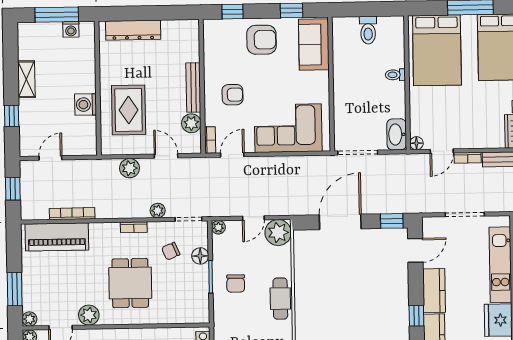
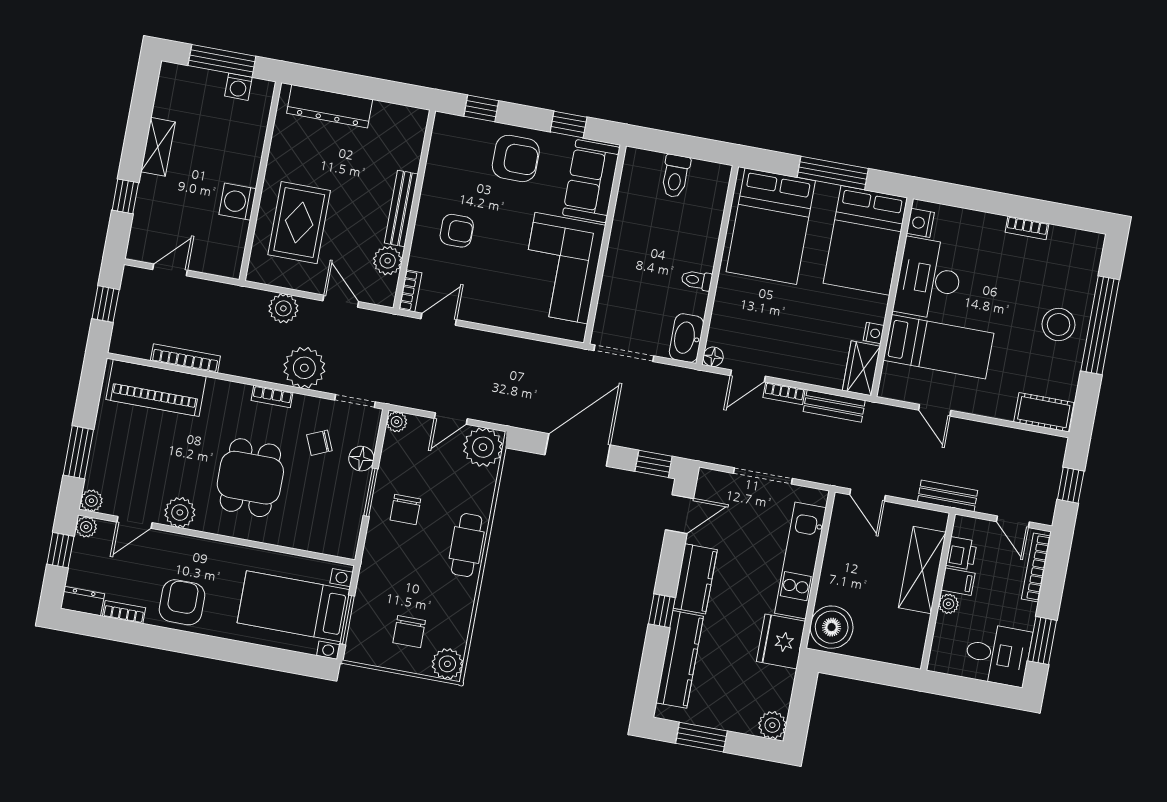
toilet: (395, 75) -> (697, 280), moved
corner sofa: (288, 128) -> (561, 268), moved, turned -90
plant: (158, 211) -> (304, 368), width x1.88, depth x1.88

